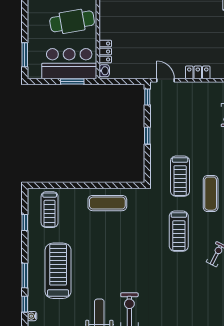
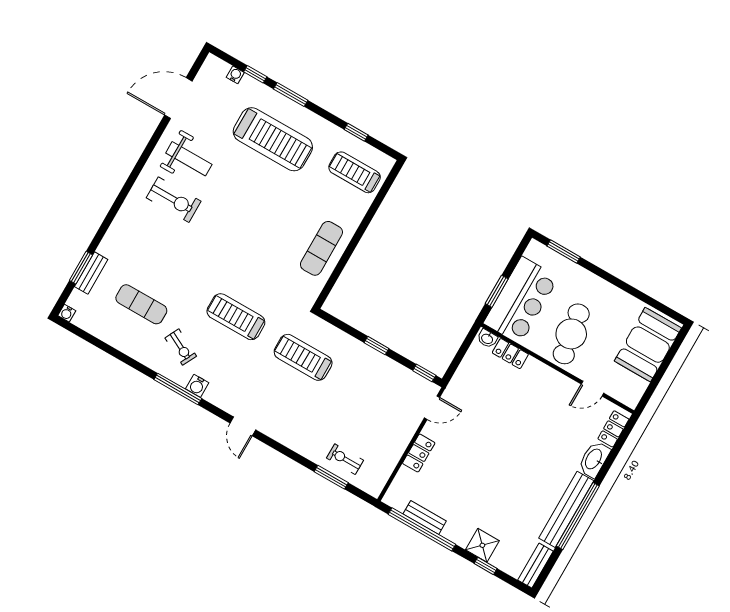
exercise mat: (211, 194) -> (141, 304), moved

